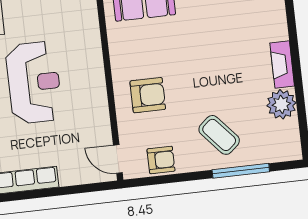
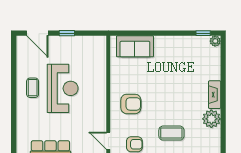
coffee table: (219, 135) -> (171, 133), turned -49

